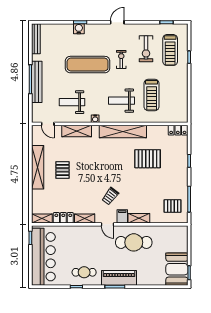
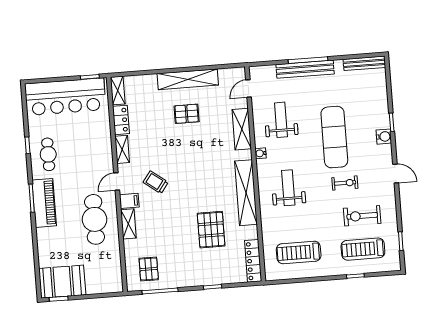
water cooler: (79, 29) -> (384, 137), moved
treadmill: (152, 95) -> (299, 252), moved
locker: (178, 130) -> (253, 261), width x1.53

